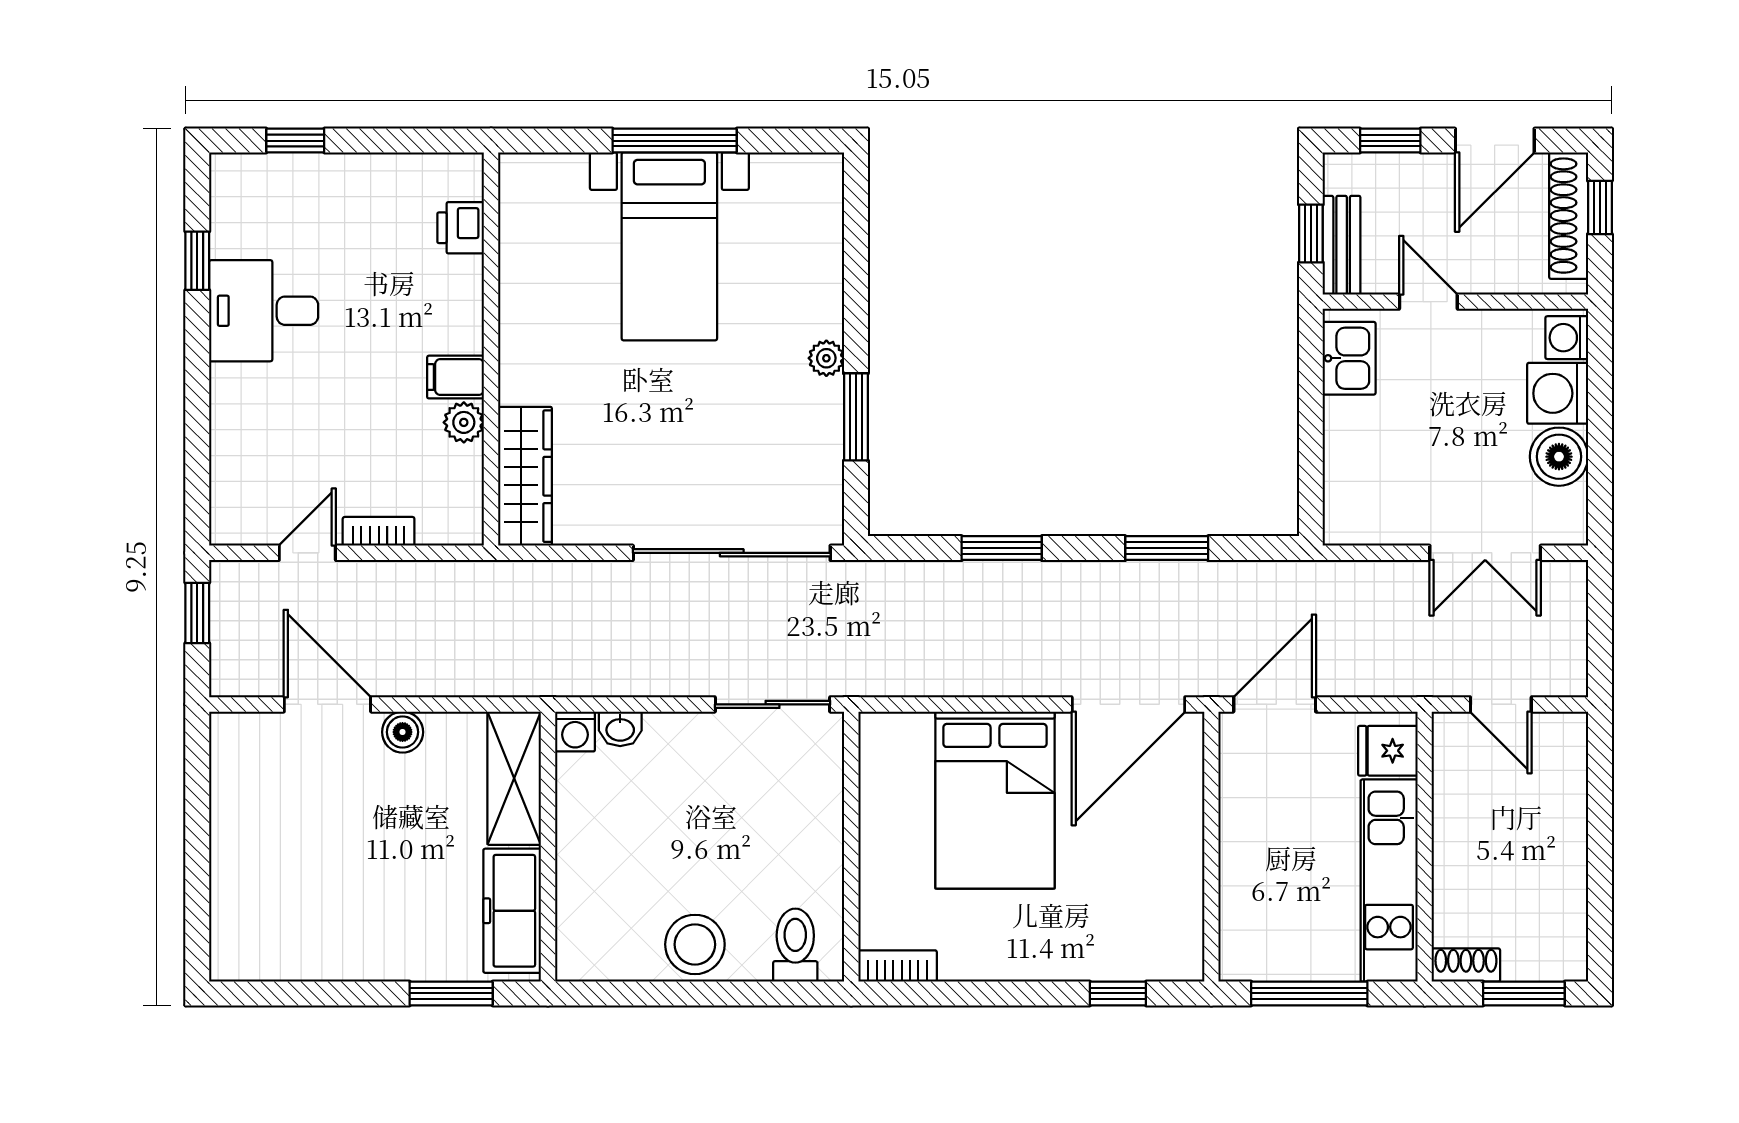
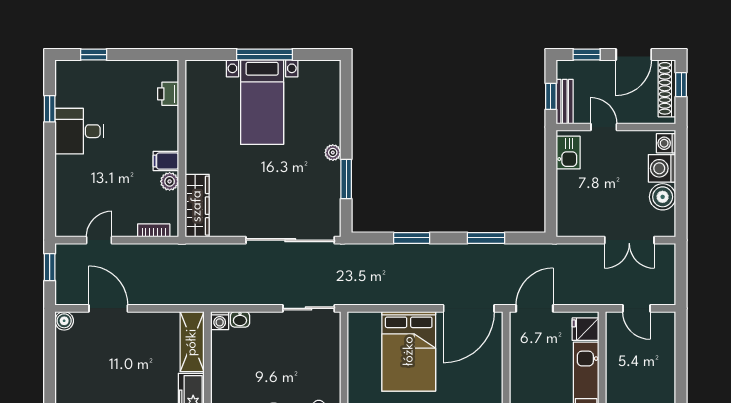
bookcase: (379, 531) -> (154, 230), moved
boiler: (403, 732) -> (64, 321), moved

